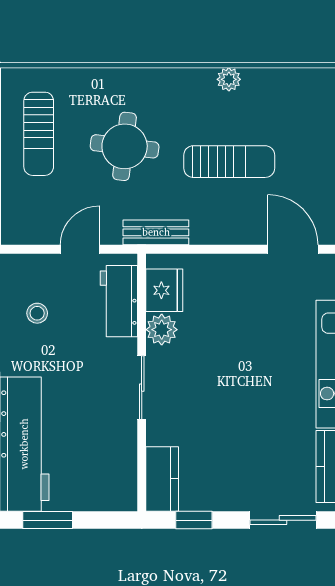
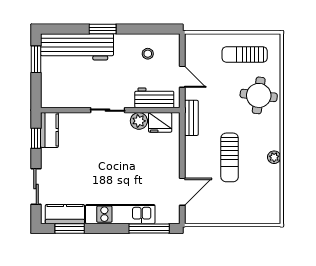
round table: (125, 146) -> (259, 95), moved
kitchen counter: (162, 479) -> (49, 130), moved, turned -90

